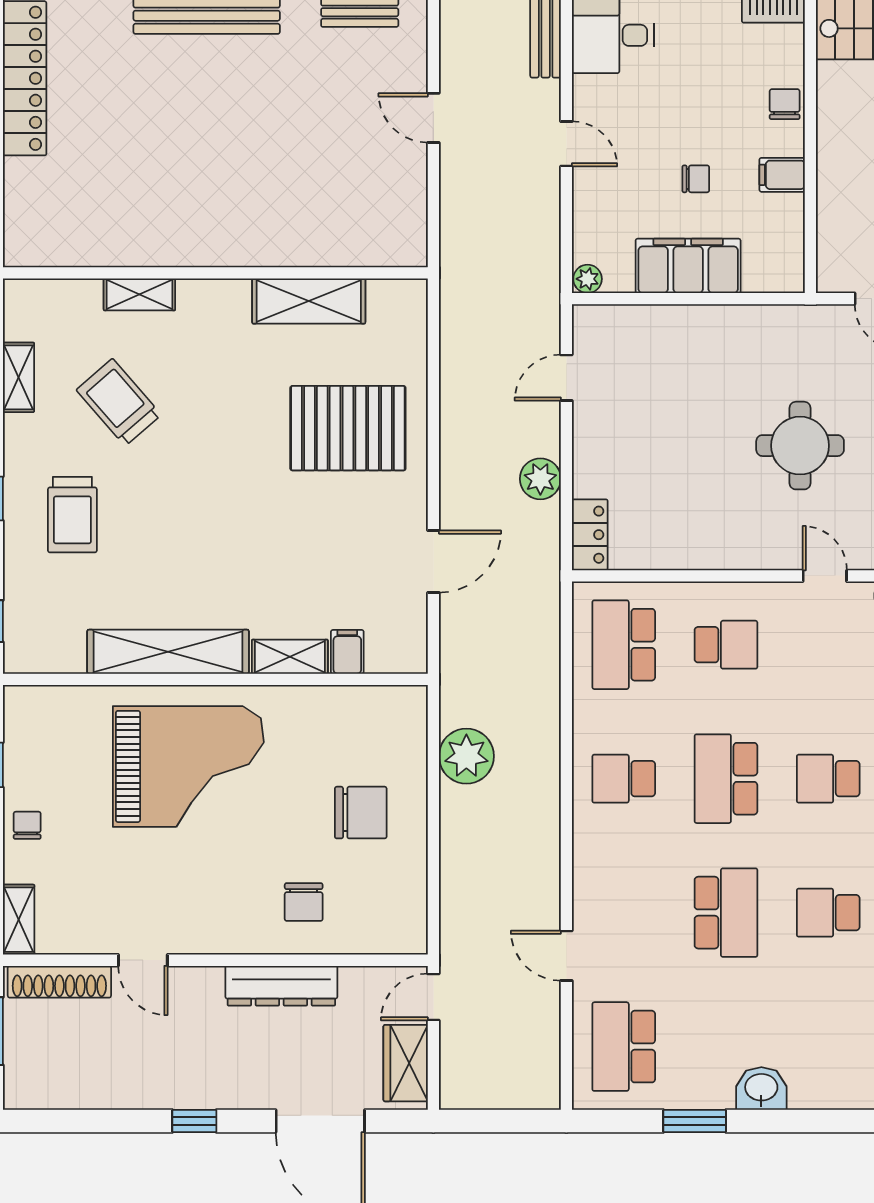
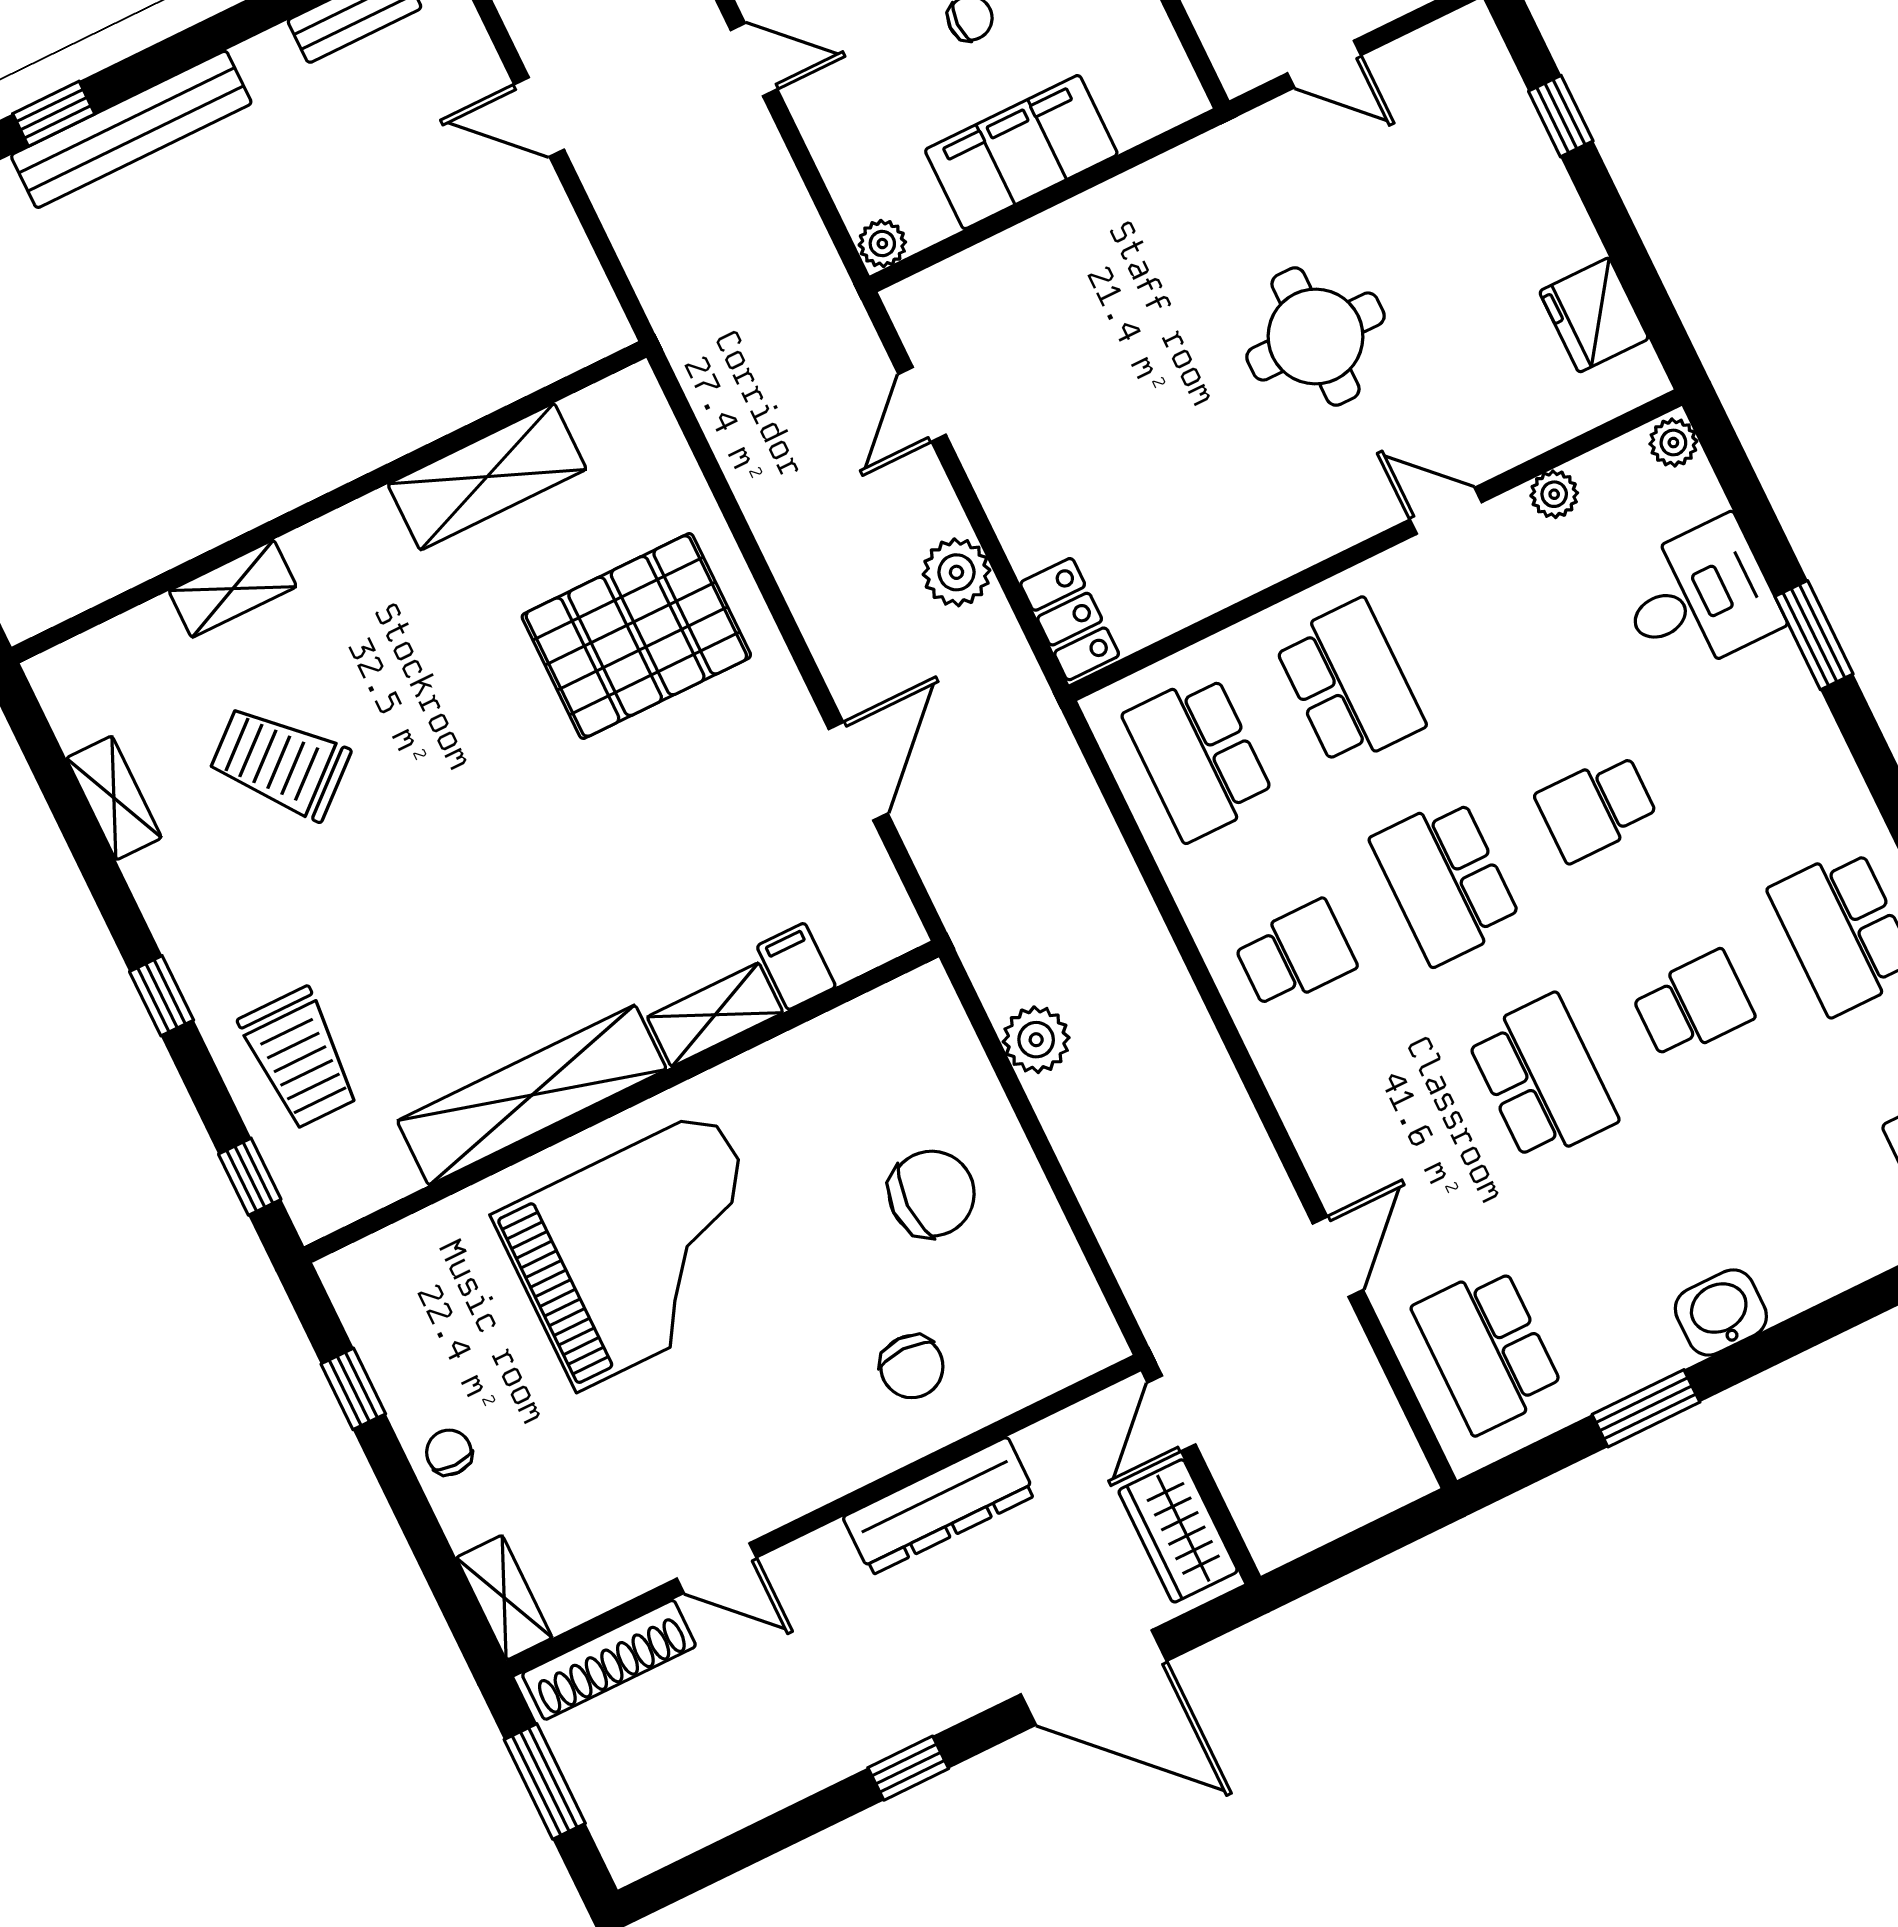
trolley: (72, 515) -> (299, 1058), moved
school desk: (726, 645) -> (1350, 683), width x1.85
plant: (466, 756) -> (1036, 1040), width x0.73, depth x0.73
school desk: (624, 779) -> (1295, 955), turned 180
school desk: (828, 913) -> (1693, 1005), turned 180
door: (566, 956) -> (1338, 1257), swing flipped

